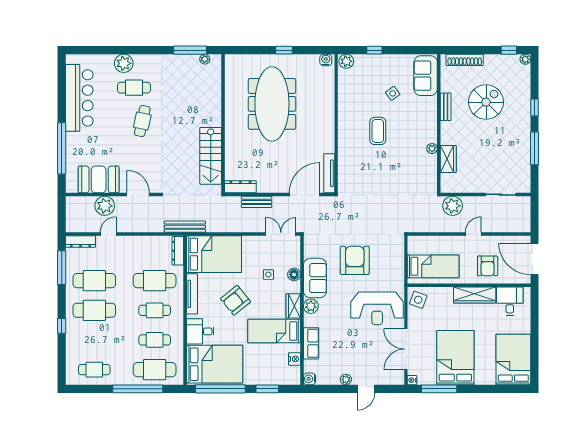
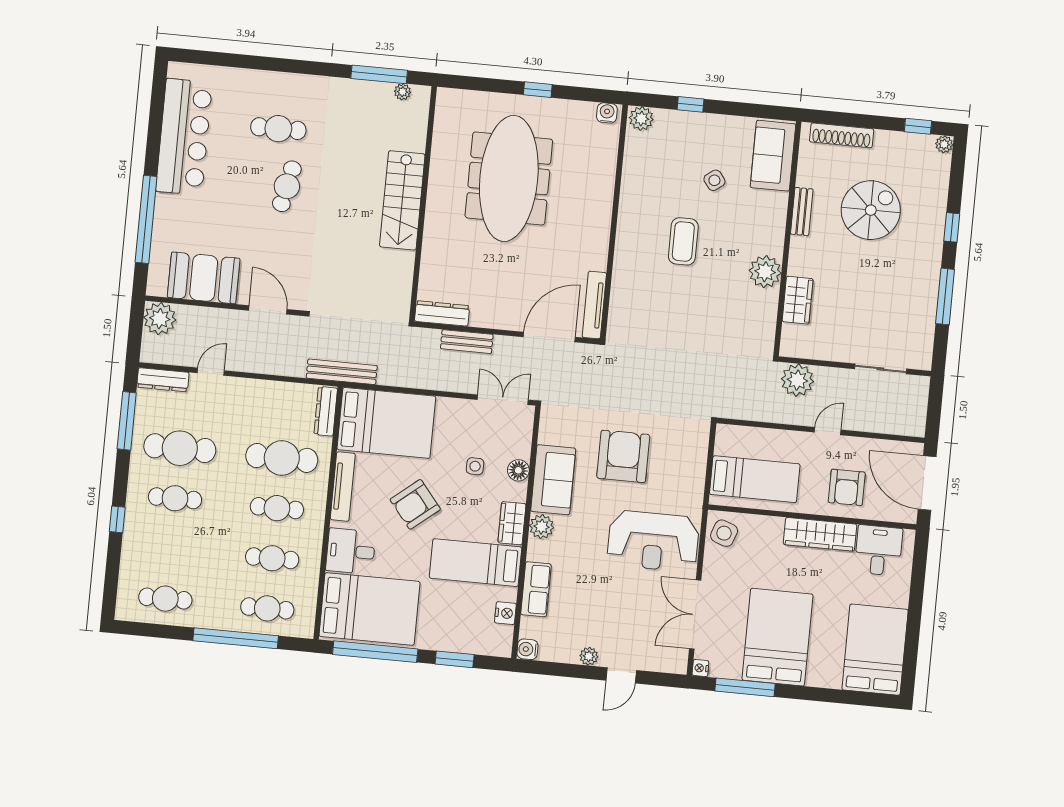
plant: (124, 63) -> (265, 86), removed
plant: (432, 149) -> (765, 272), width x1.88, depth x1.88
stairs: (211, 156) -> (402, 200), moved
plant: (105, 206) -> (160, 319), moved
cafe table: (94, 310) -> (175, 498), width x0.73, depth x0.74
cafe table: (155, 370) -> (267, 608), width x0.73, depth x0.74

